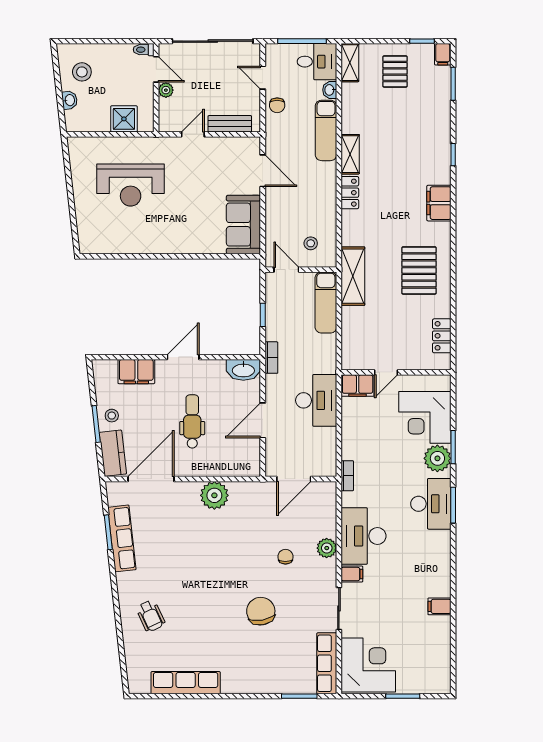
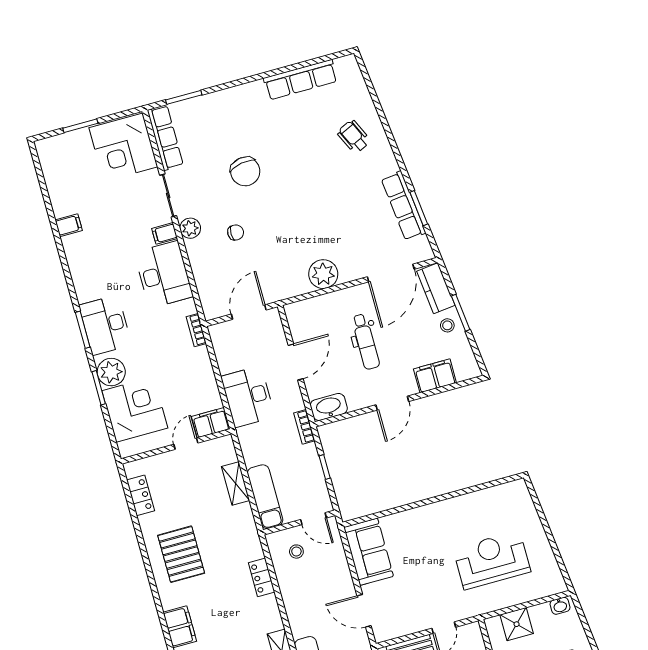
washbasin: (69, 100) -> (560, 606), moved, turned -84
locker: (350, 193) -> (262, 577), moved
shelving: (353, 276) -> (236, 484), moved, width x0.67, depth x0.75
plant: (327, 548) -> (190, 228), moved
chair: (285, 557) -> (236, 232), turned -90

